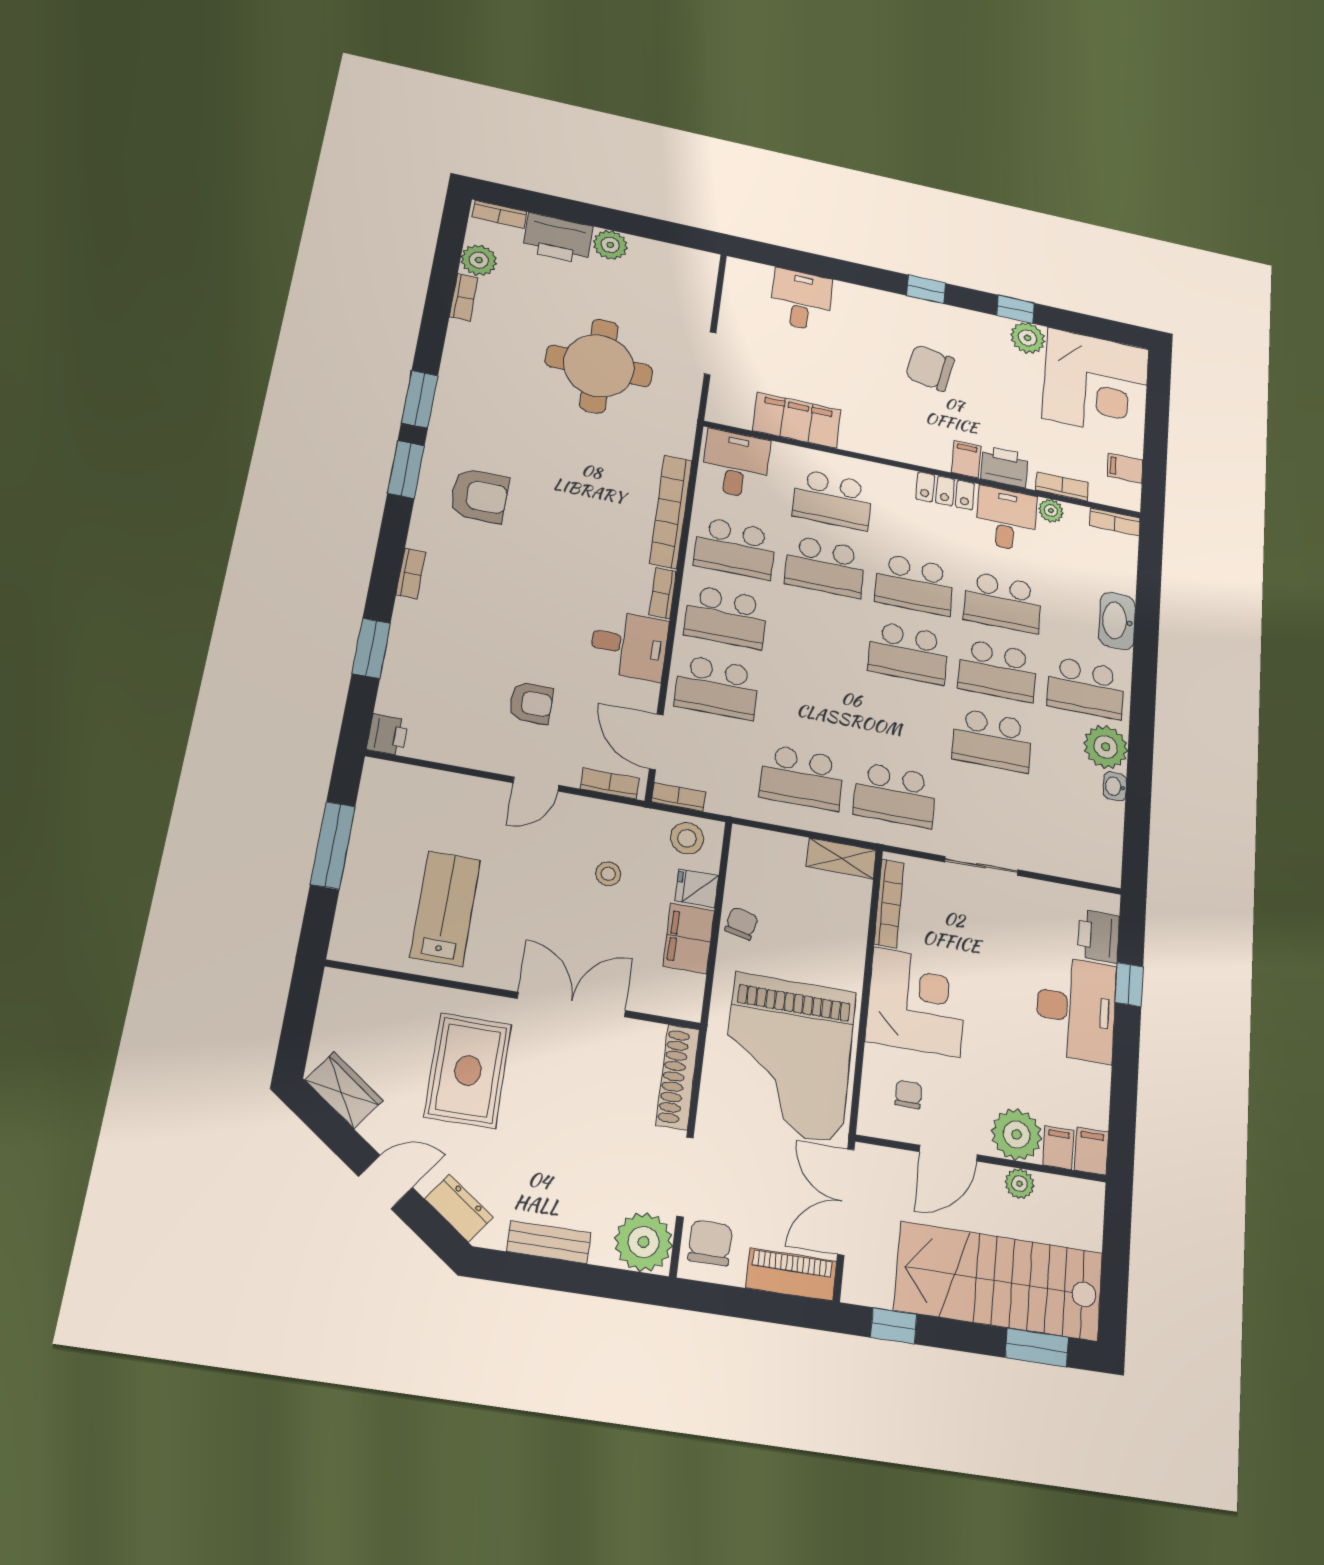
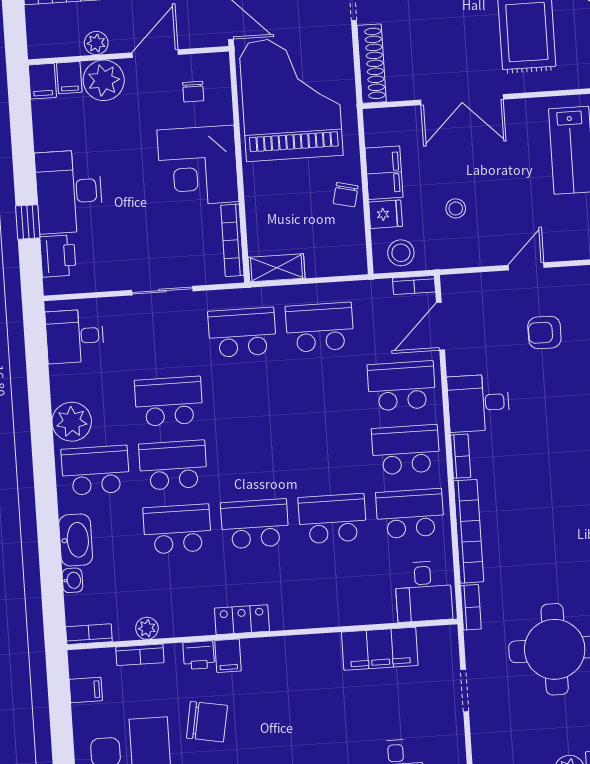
chair: (930, 368) -> (207, 722), moved
printer: (1005, 467) -> (199, 655), width x0.73, depth x0.81
school desk: (833, 500) -> (337, 582), removed
desk: (1006, 519) -> (75, 336), moved, turned 90
school desk: (908, 653) -> (251, 460), removed
door: (656, 742) -> (440, 326), swing flipped
bookcase: (610, 784) -> (471, 607), moved, turned -90
washbasin: (1115, 786) -> (72, 580), moved

